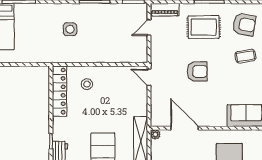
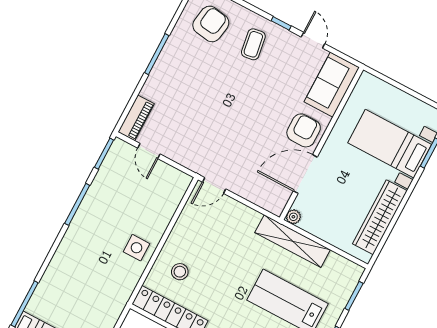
rug: (204, 27) -> (186, 79), removed
side table: (70, 29) -> (137, 248), moved
armchair: (197, 71) -> (304, 130), moved

